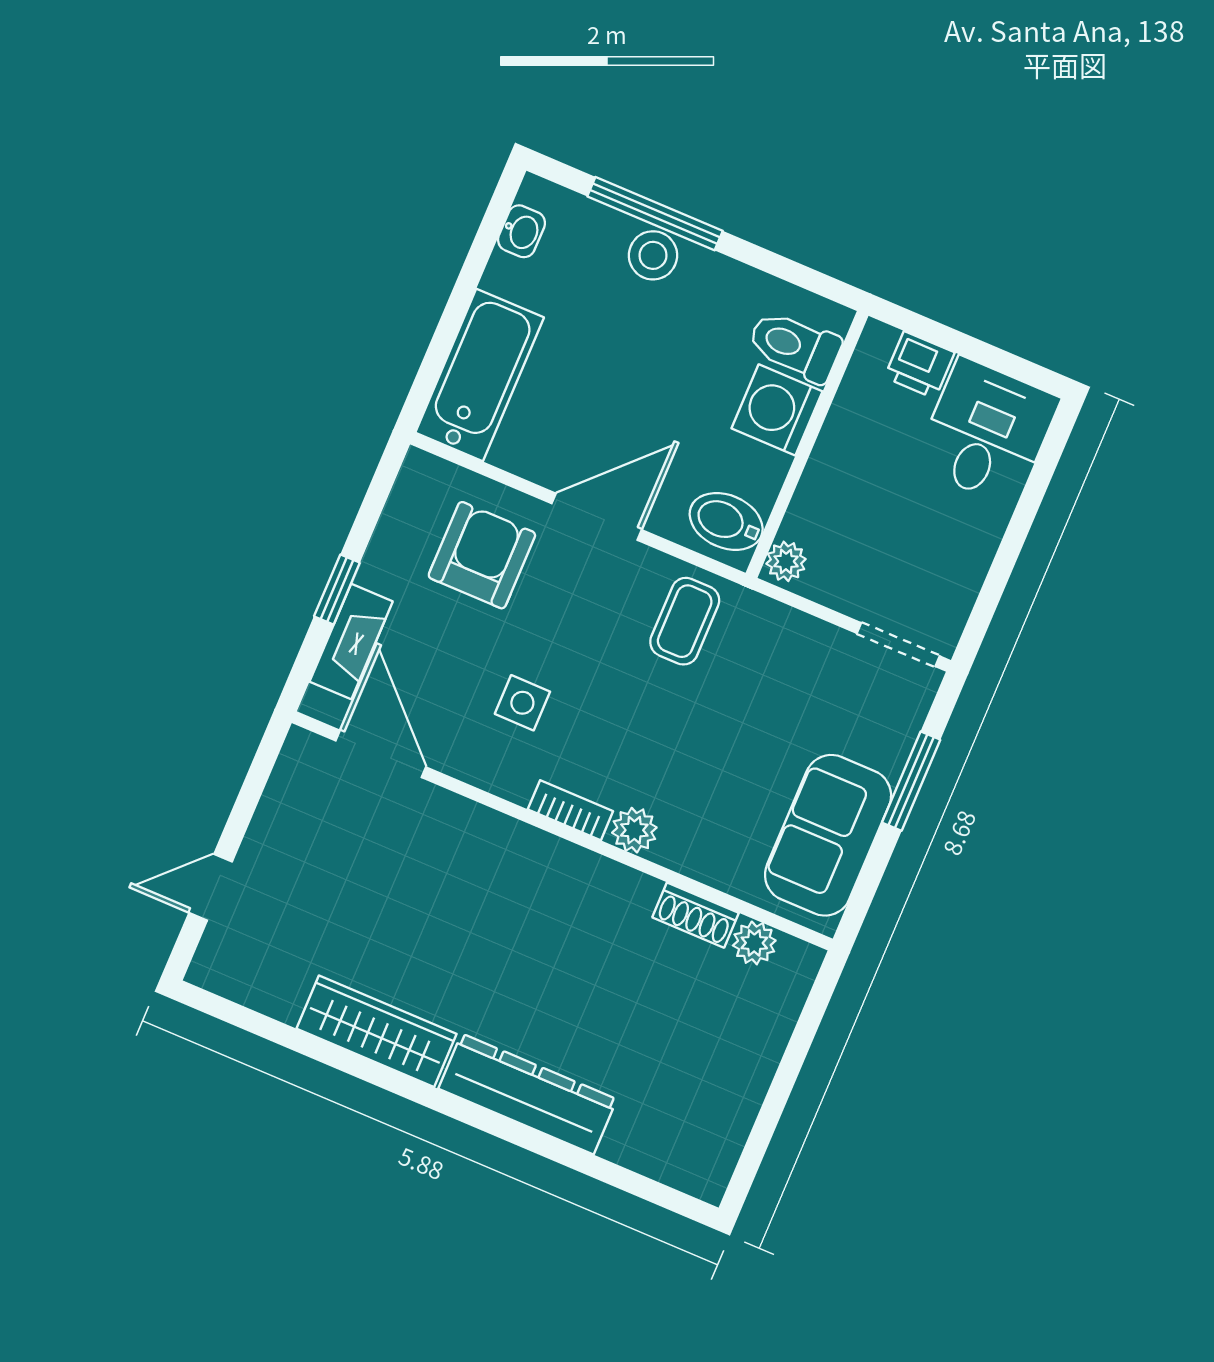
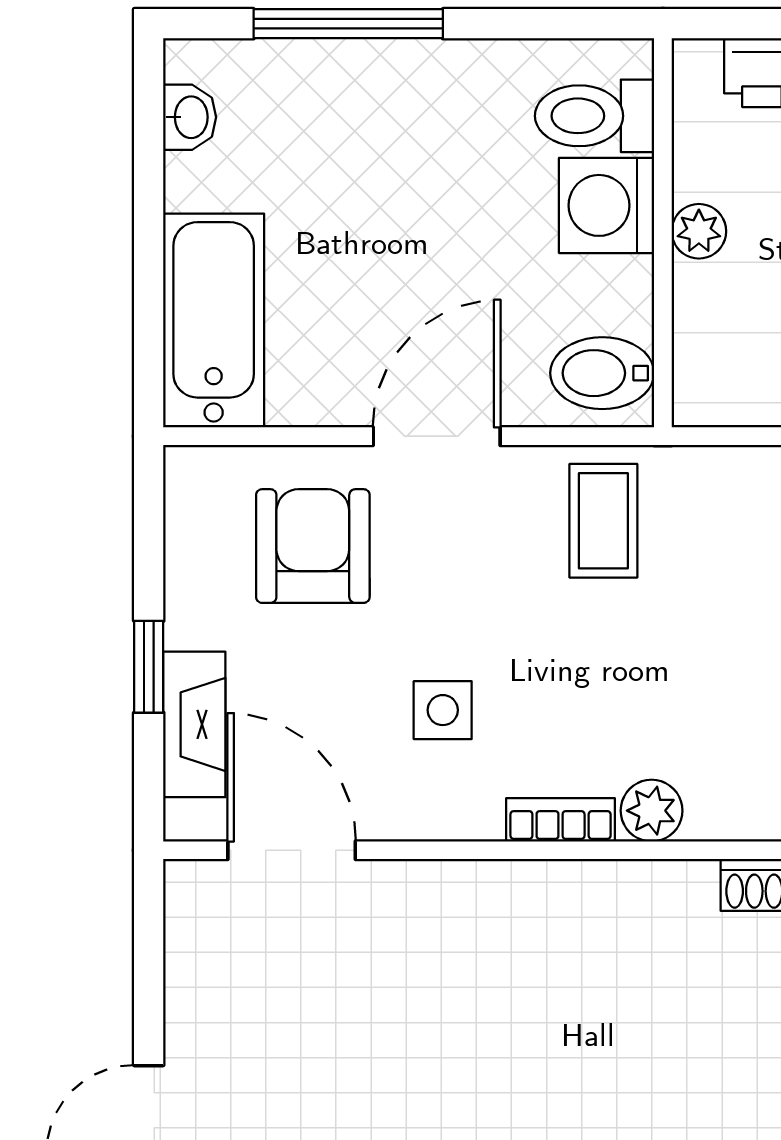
stool: (653, 255) -> (368, 77), removed
plant: (786, 561) -> (699, 231), moved

